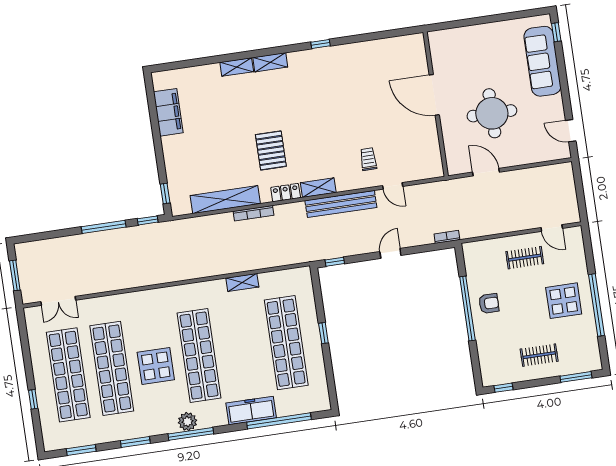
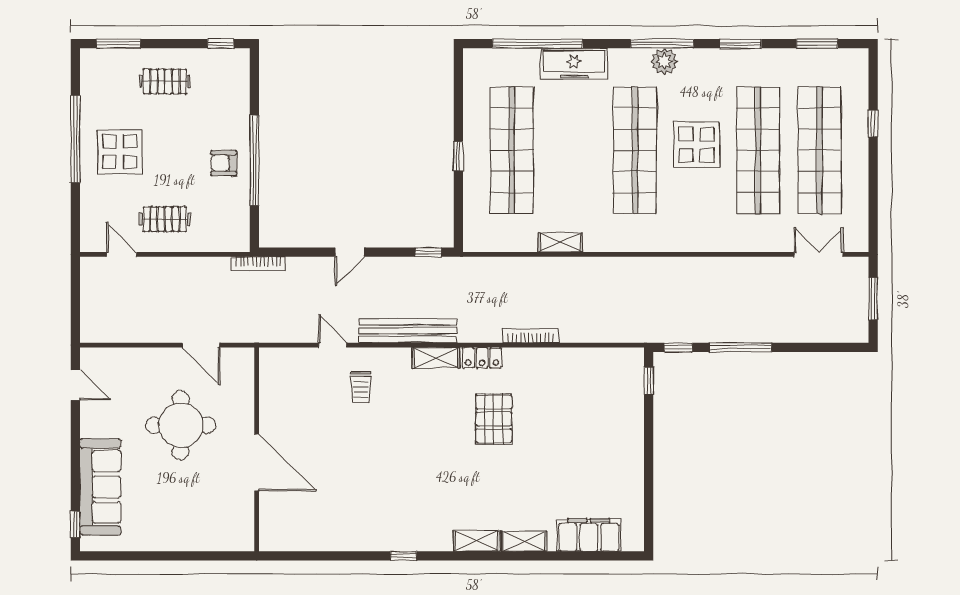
filing cabinet: (168, 112) -> (589, 535), moved, turned 90
shelving: (225, 200) -> (567, 360), removed
bookcase: (447, 237) -> (258, 264), width x1.56

